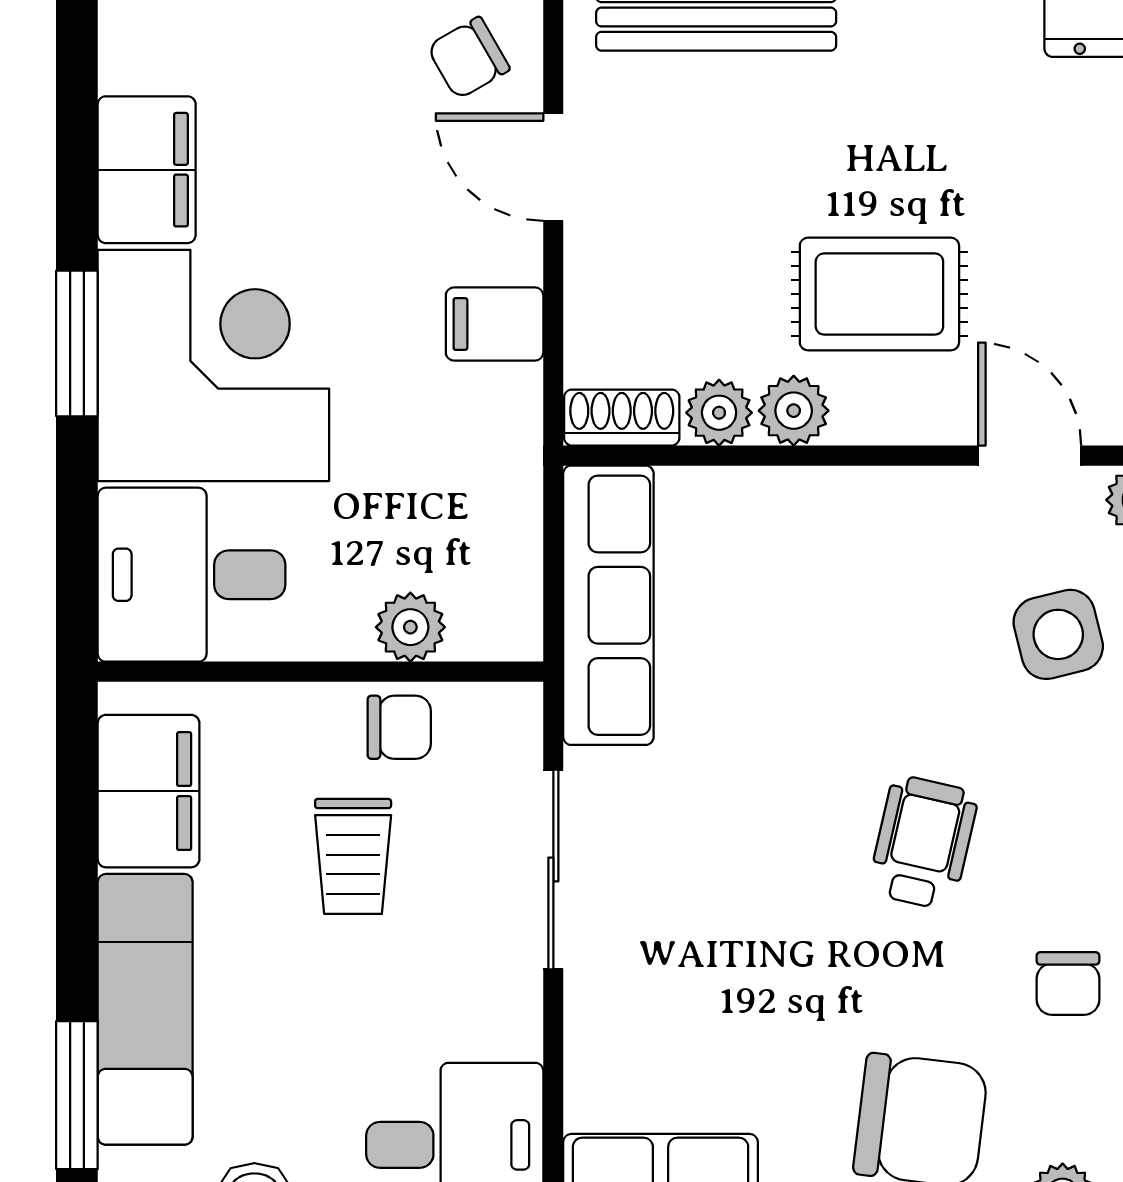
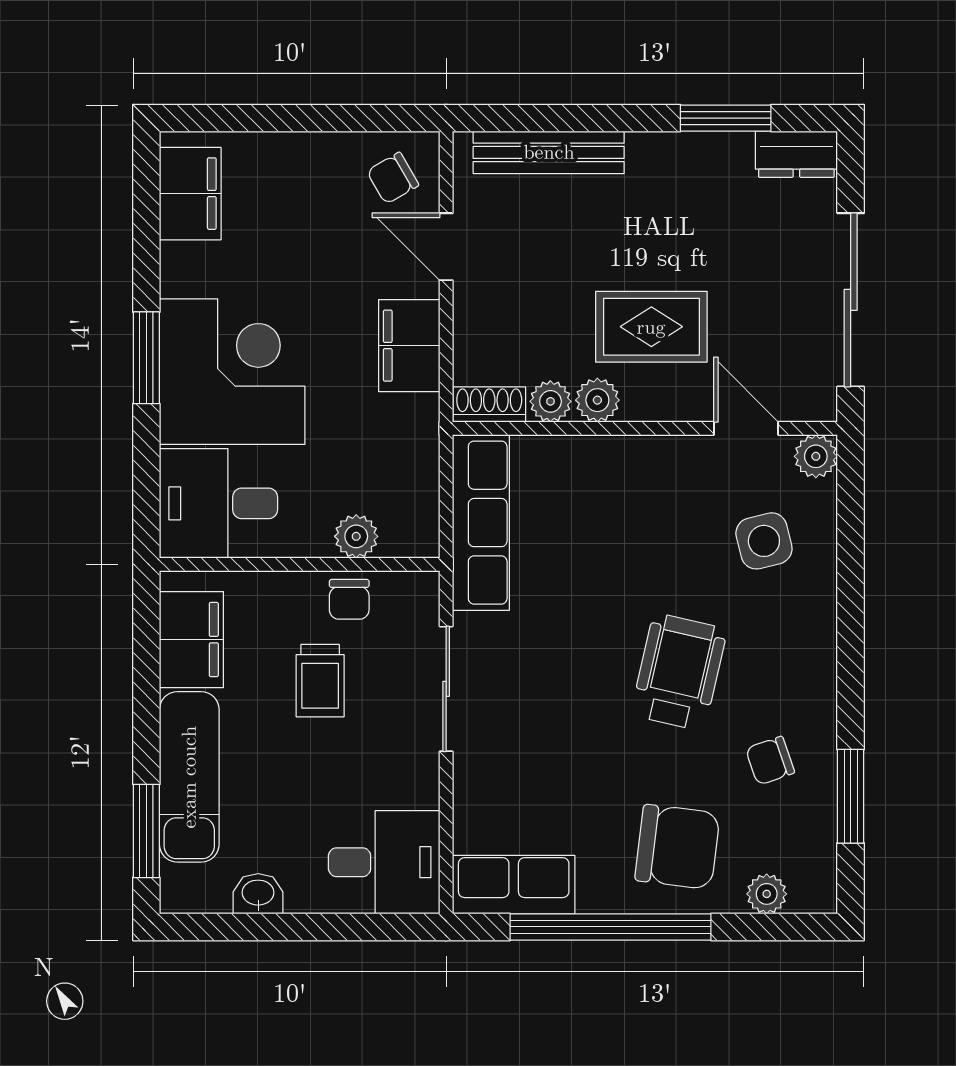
filing cabinet: (147, 170) -> (190, 194), moved
filing cabinet: (495, 324) -> (409, 346), width x2.00
chair: (399, 727) -> (349, 599), turned 90
wheelchair: (923, 843) -> (679, 672), width x1.36, depth x1.37
chair: (1068, 983) -> (770, 761), turned 71

